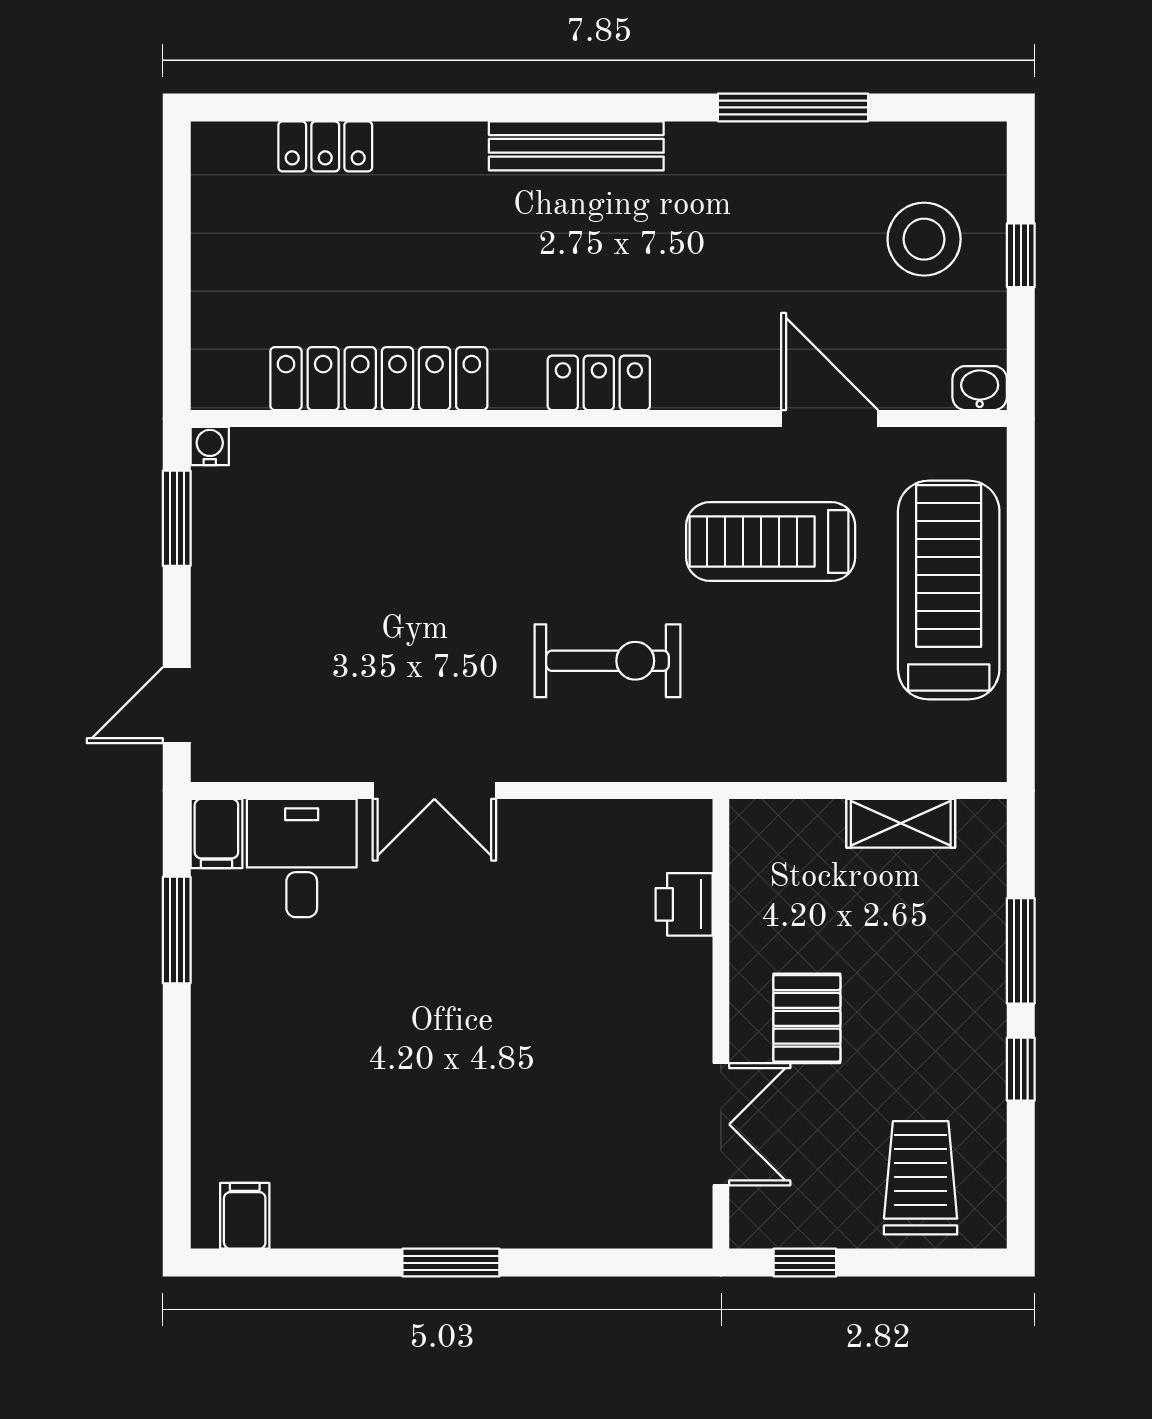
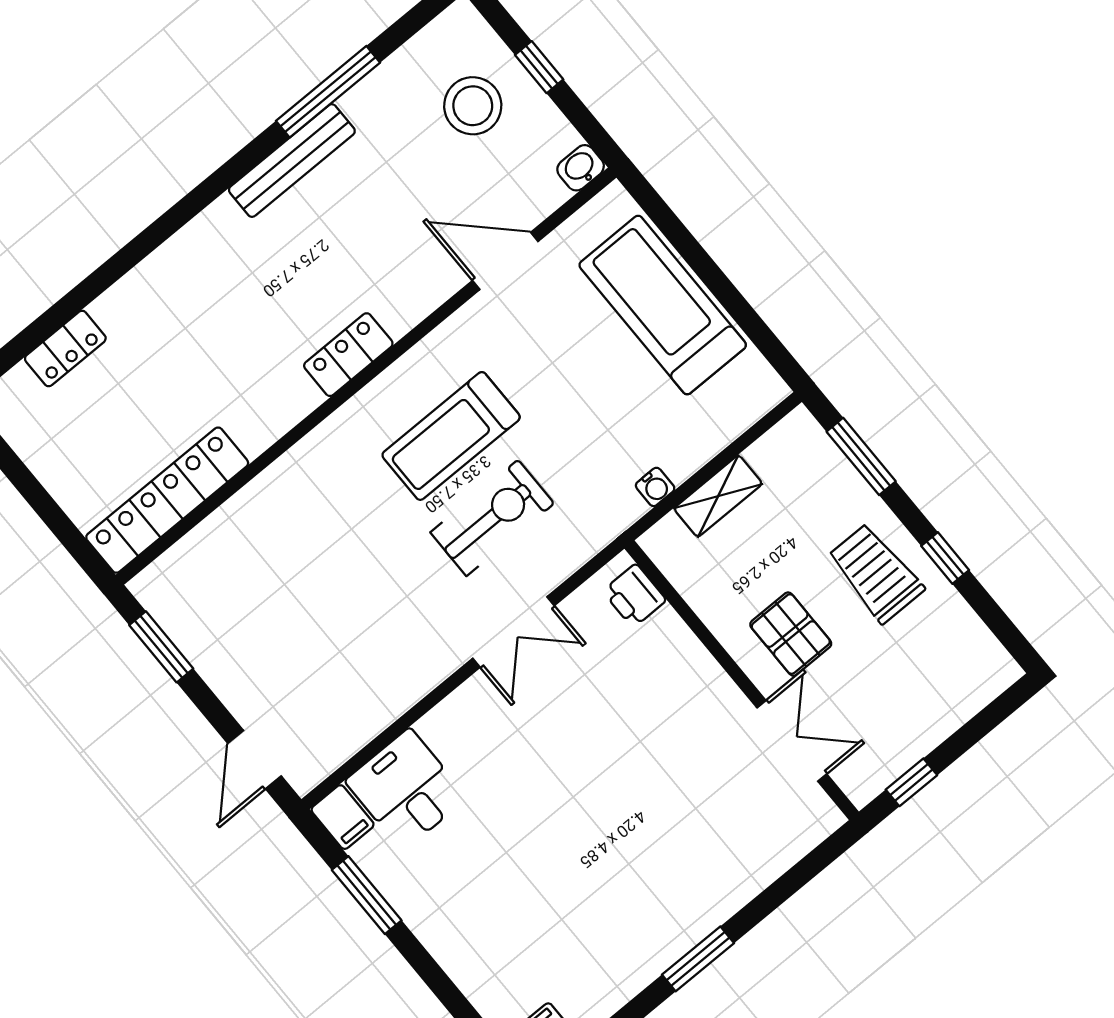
bench: (576, 146) -> (292, 161), moved
locker: (379, 379) -> (167, 500), moved
water cooler: (210, 446) -> (655, 487), moved, turned 180
treadmill: (771, 542) -> (451, 436), moved
double door: (434, 791) -> (514, 632), moved
shelving: (901, 823) -> (718, 496), moved
printer: (684, 904) -> (634, 596), moved
window: (1021, 951) -> (861, 456), moved
trolley: (921, 1178) -> (876, 573), moved

